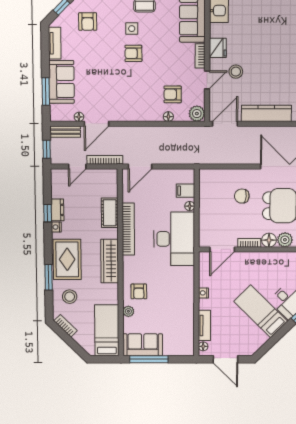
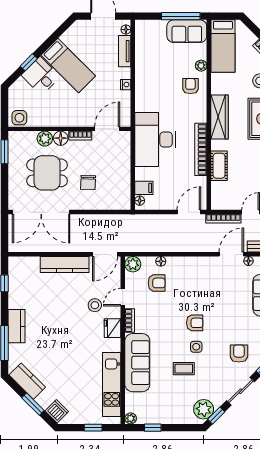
chair: (242, 196) -> (88, 183), turned 87
floor lamp: (190, 206) -> (140, 201), moved

